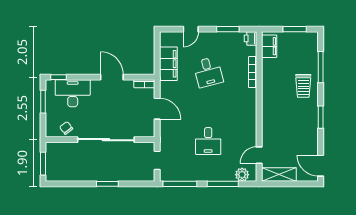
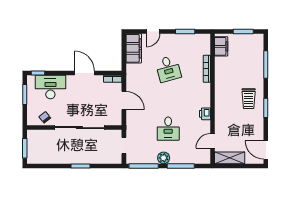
printer: (250, 38) -> (205, 114), moved
filing cabinet: (168, 64) -> (134, 48), moved
trolley: (303, 86) -> (249, 99), moved
plant: (242, 175) -> (164, 158), moved

